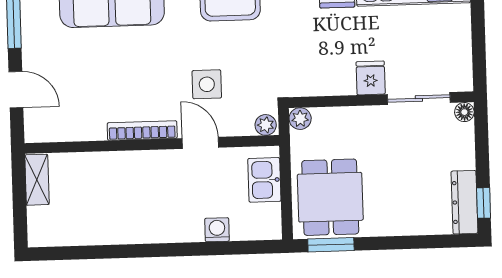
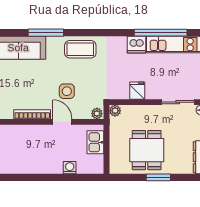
fridge: (371, 78) -> (137, 91), moved
dining table: (330, 197) -> (147, 150), moved
window: (331, 245) -> (158, 177), moved

